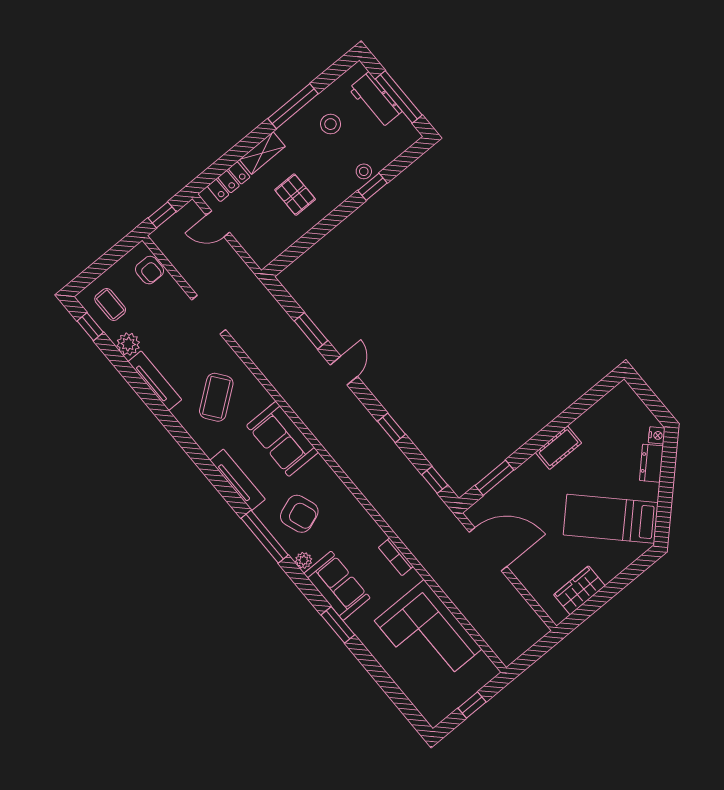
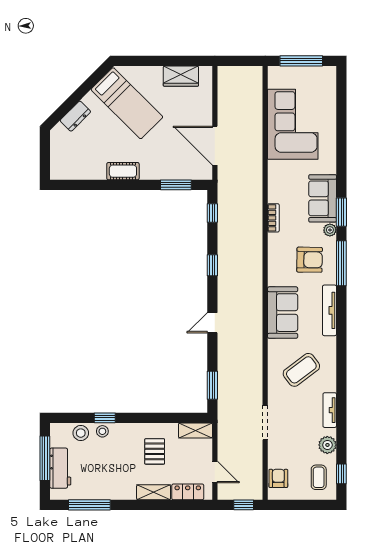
window: (293, 106) -> (89, 505), moved
stool: (330, 124) -> (81, 433), moved
shelving: (272, 249) -> (195, 430), added
window: (311, 331) -> (212, 385), moved
tv unit: (155, 381) -> (330, 410), width x0.71
nightstand: (657, 435) -> (59, 130), removed
armchair: (299, 514) -> (310, 260), turned 111
bookcase: (396, 557) -> (273, 218), moved
window: (338, 625) -> (341, 212), moved
window: (472, 705) -> (301, 61), width x2.17

